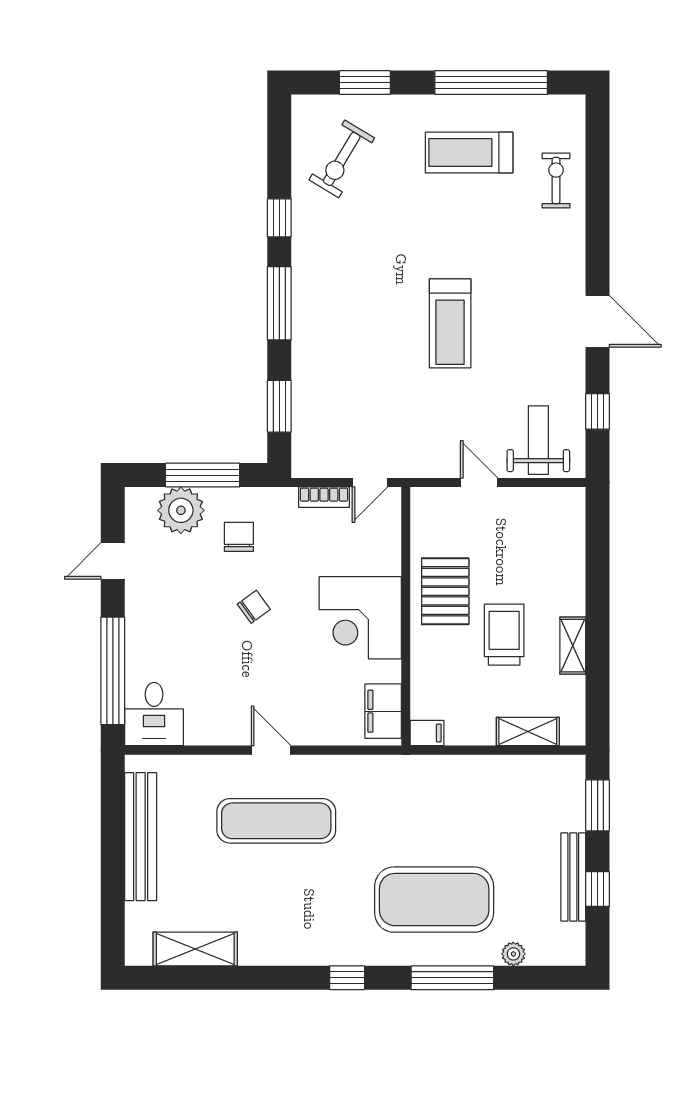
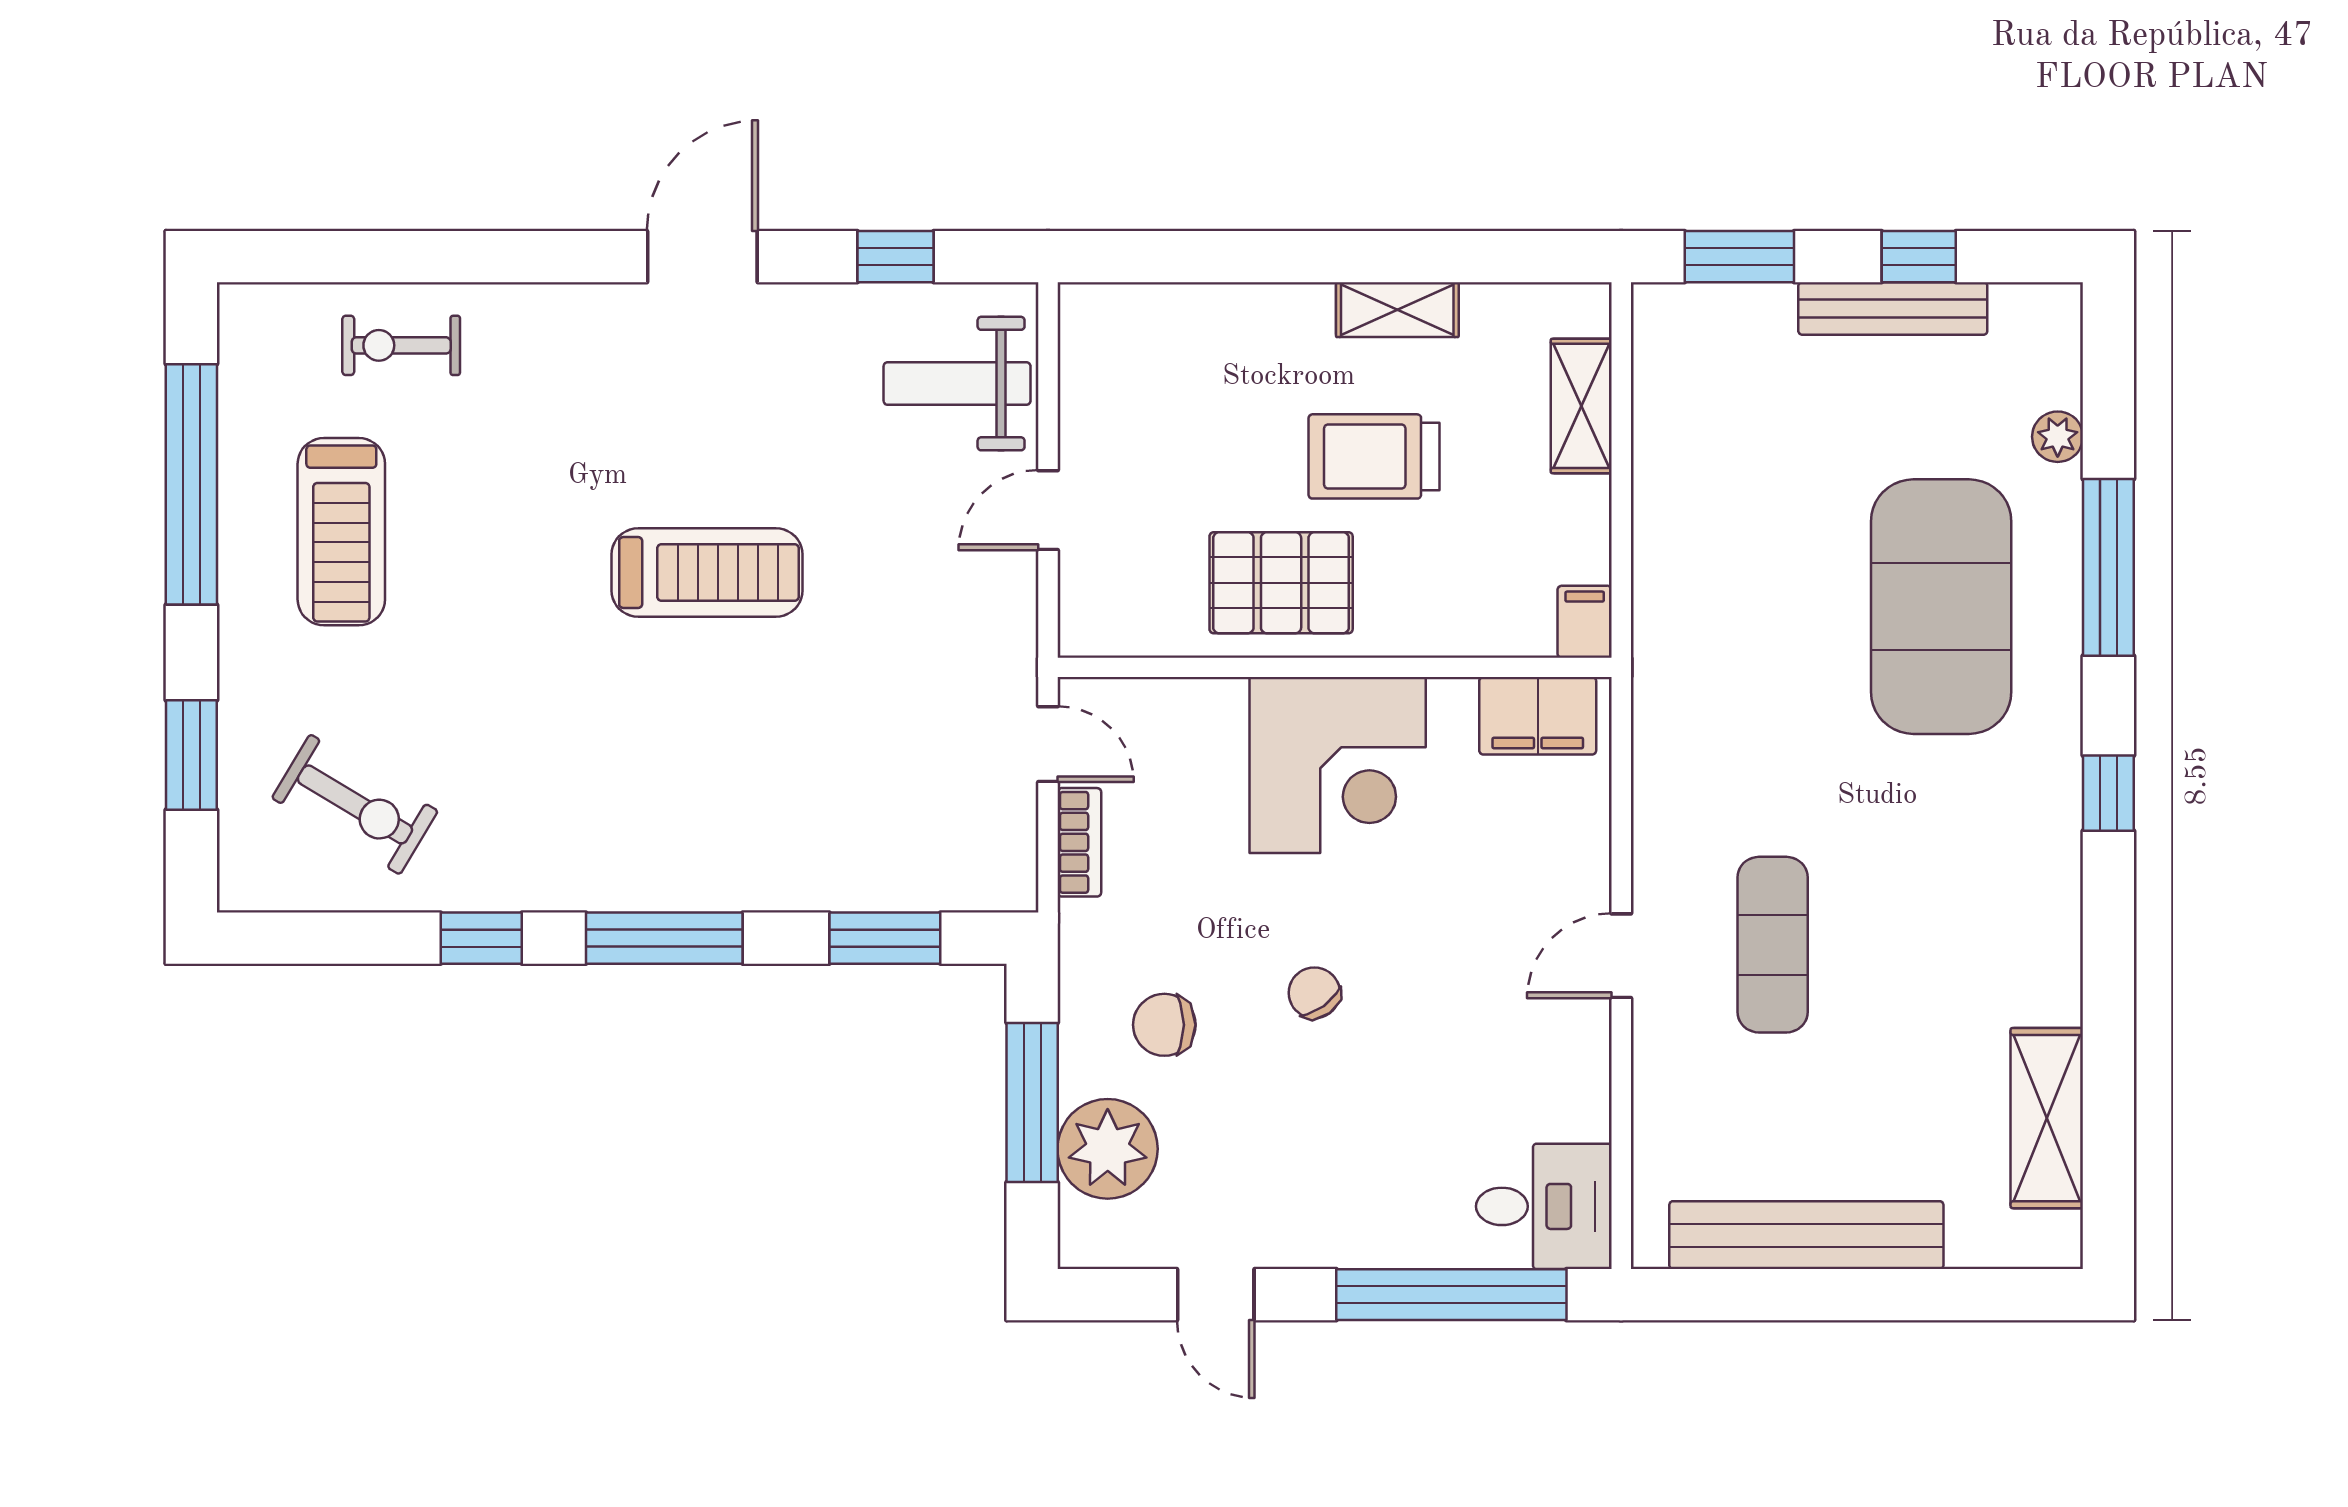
exercise mat: (276, 821) -> (1773, 945), width x0.73, depth x0.69

